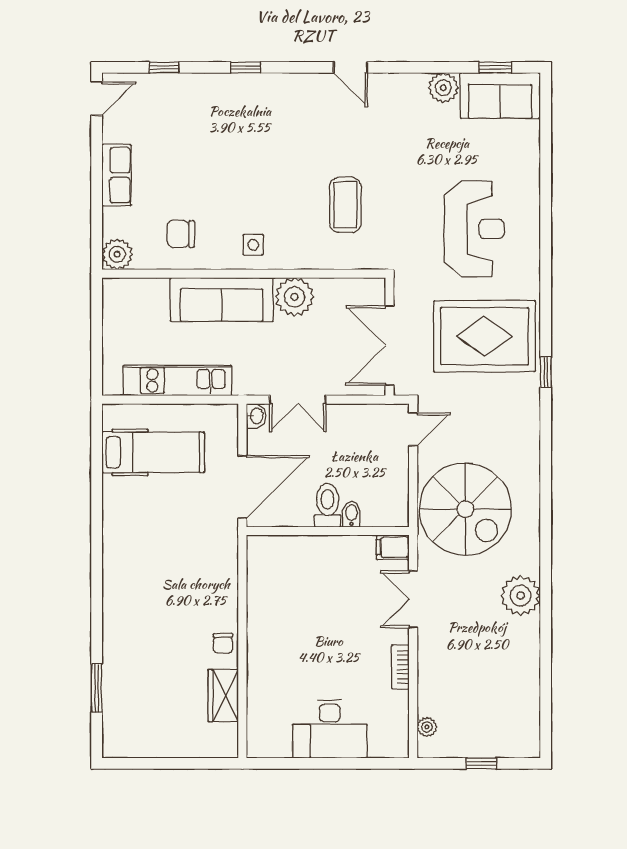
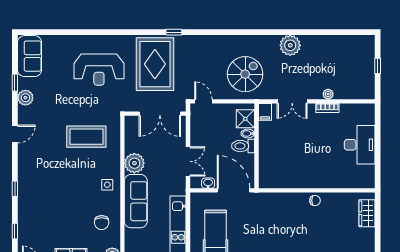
window: (495, 67) -> (15, 83), moved
plant: (443, 88) -> (25, 98), moved
coffee table: (345, 205) -> (86, 137), width x1.36, depth x1.32
reception desk: (474, 229) -> (99, 70), turned 180
washbasin: (256, 416) -> (208, 183), moved
spiral stairs: (465, 509) -> (245, 74), width x0.73, depth x0.73
shower: (380, 510) -> (245, 119), added
wardrobe: (223, 696) -> (367, 213), moved, turned 90
plant: (427, 727) -> (328, 94), moved

